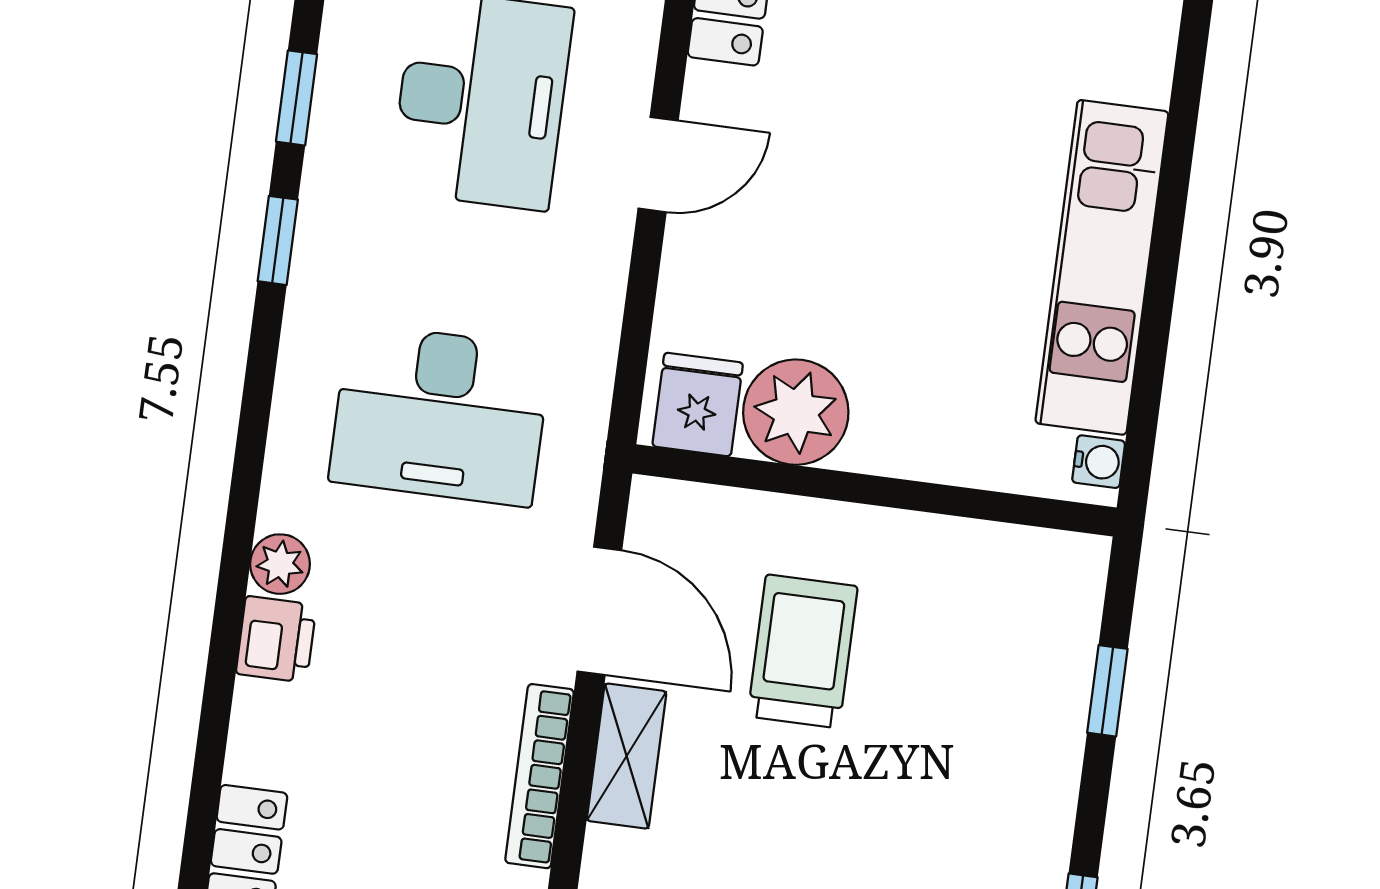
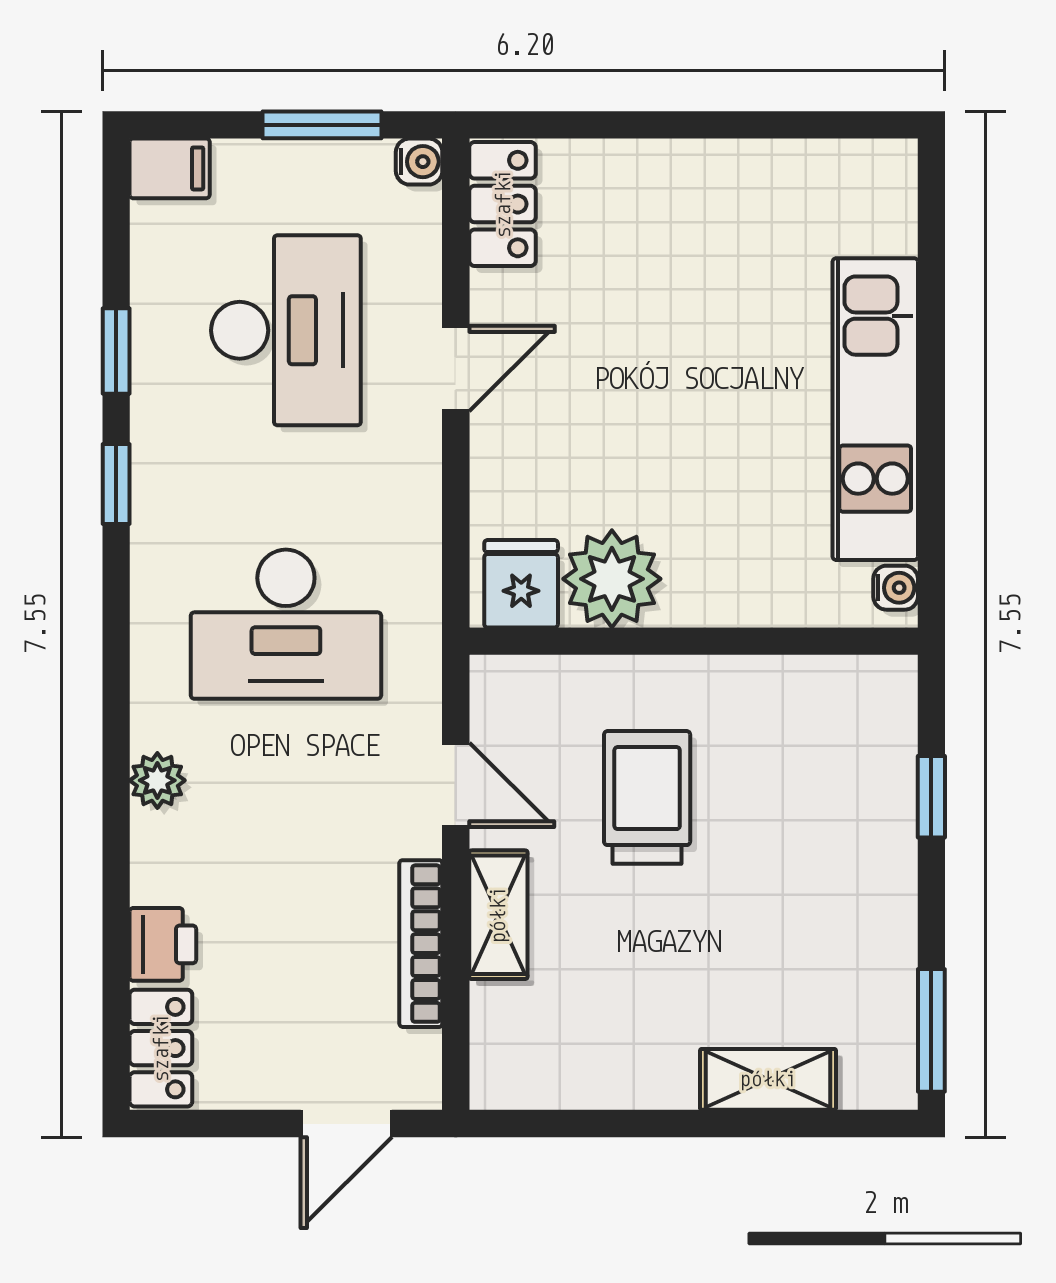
door: (599, 611) -> (456, 785), width x0.73
printer: (276, 639) -> (163, 944), moved

